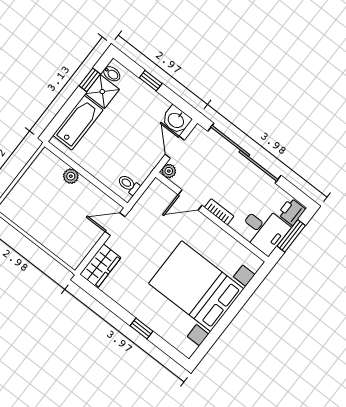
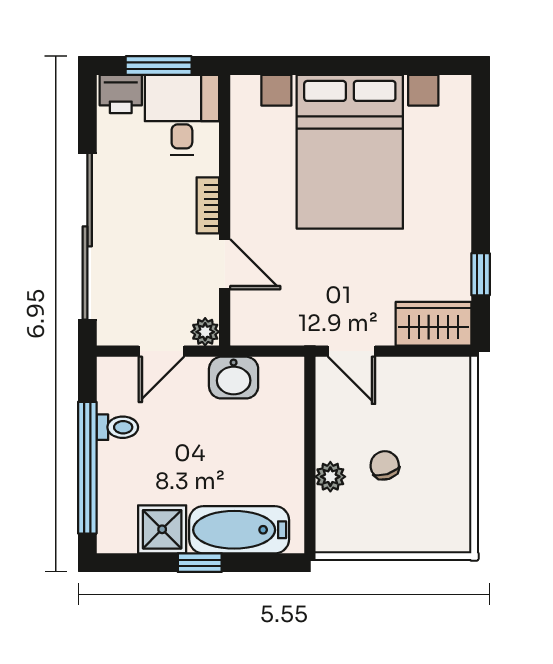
bidet: (112, 74) -> (123, 536), removed
window: (90, 80) -> (200, 563), moved
window: (151, 81) -> (87, 468), width x3.17
washbasin: (176, 120) -> (234, 378), moved, turned 90
toilet: (129, 185) -> (117, 427), moved, turned -90
chair: (58, 202) -> (385, 465), added
window: (142, 328) -> (481, 274), moved

